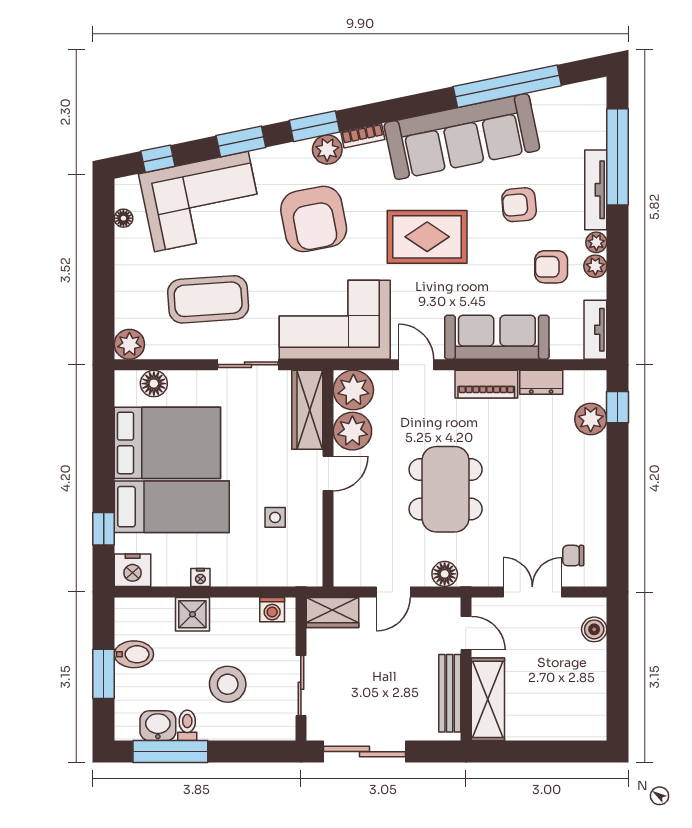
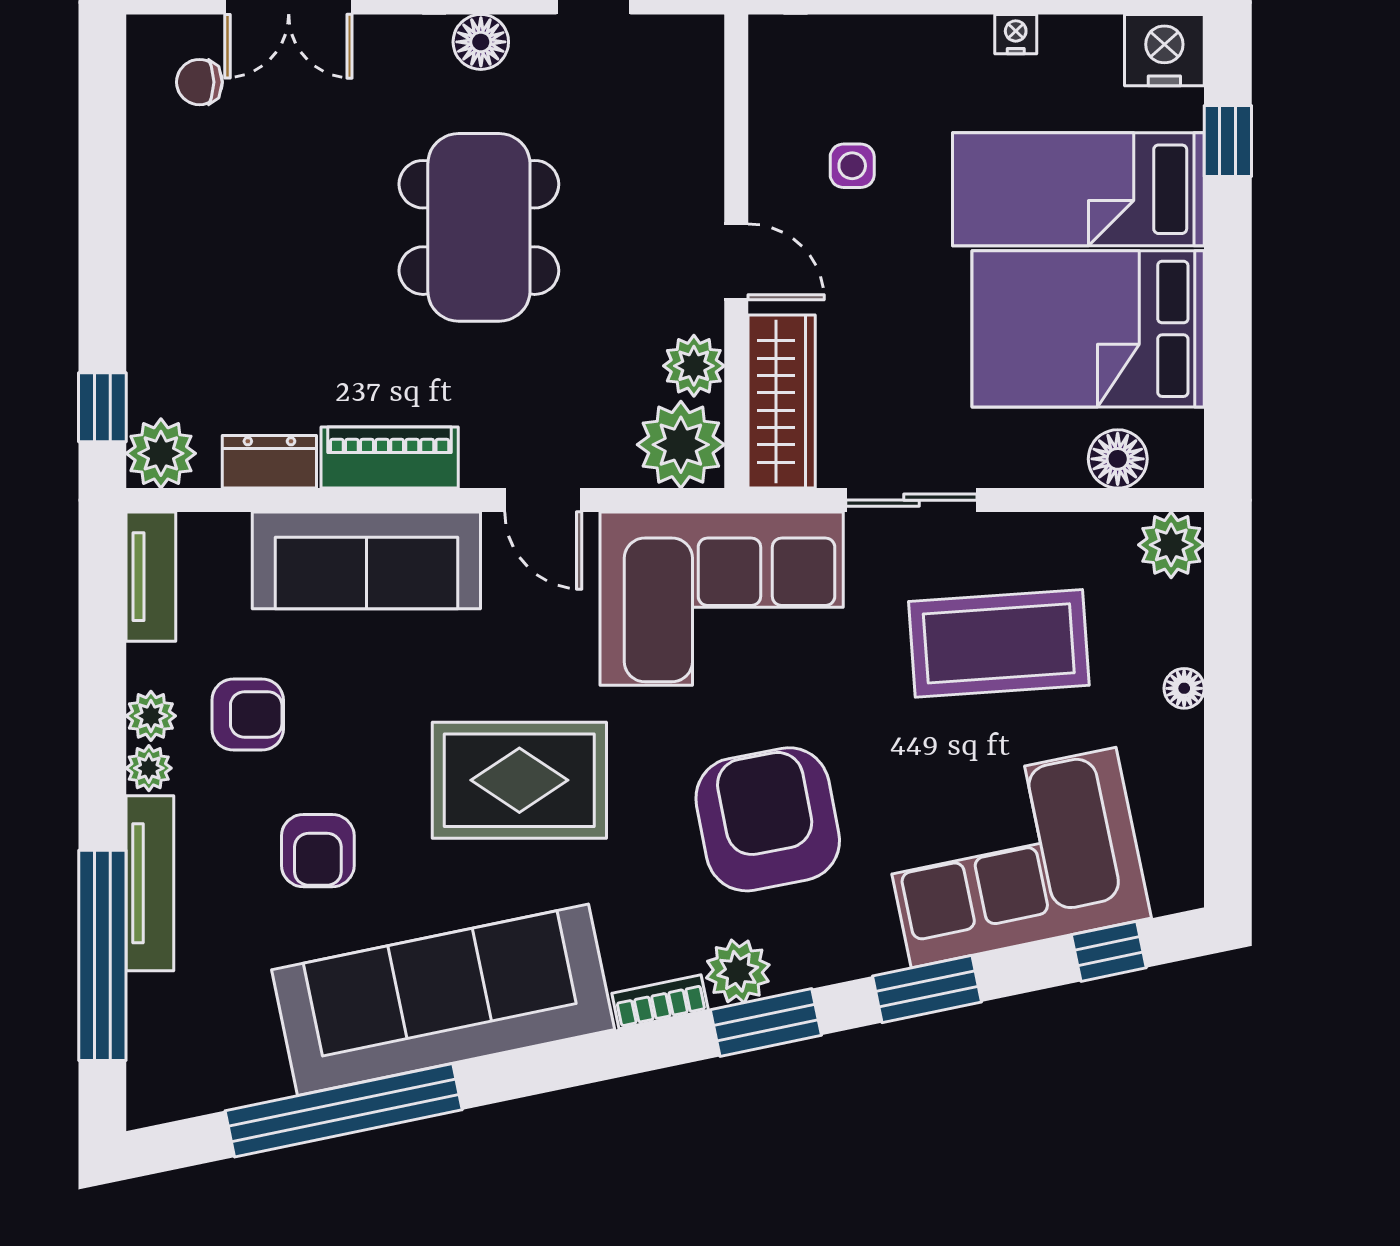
armchair: (519, 205) -> (318, 851), turned 95
floor lamp: (123, 218) -> (1184, 688), moved
plant: (591, 419) -> (161, 453), moved
plant: (352, 431) -> (694, 366), width x0.73, depth x0.73
door: (328, 474) -> (736, 262), swing flipped
chair: (573, 556) -> (199, 82), turned 180

